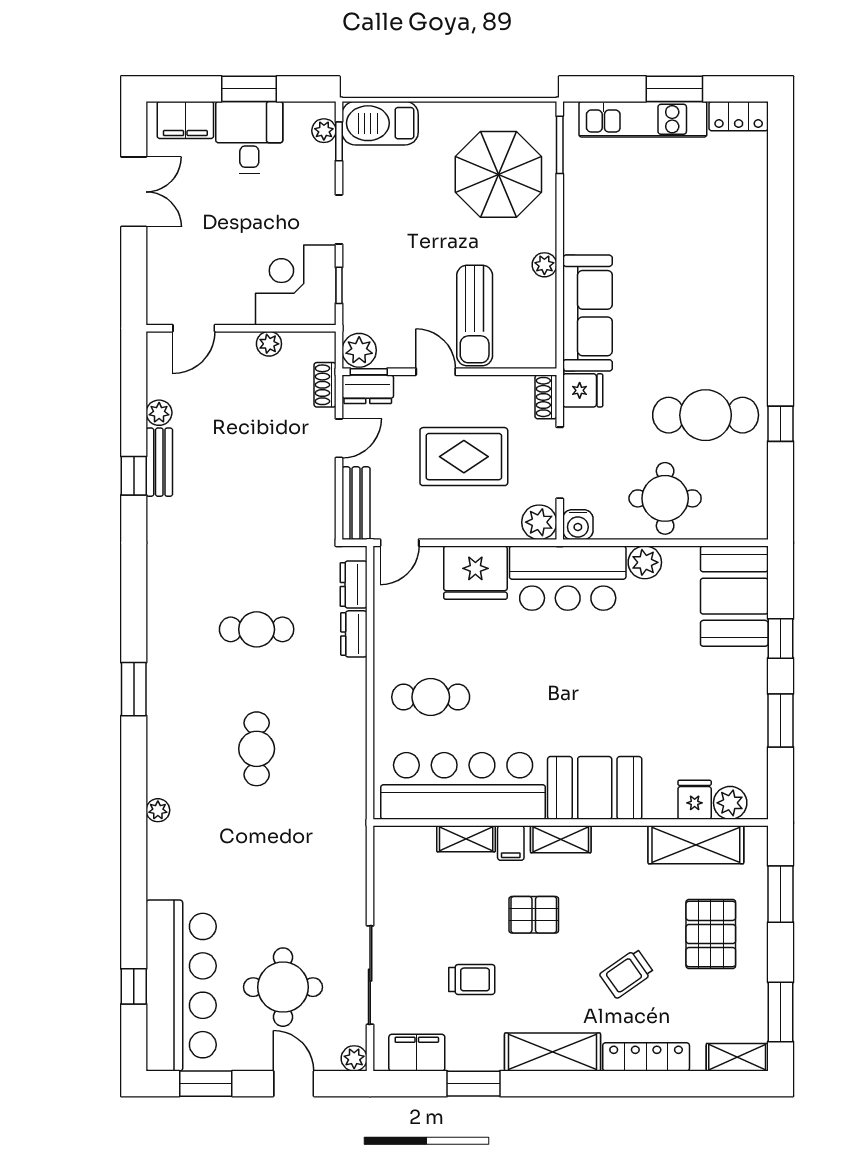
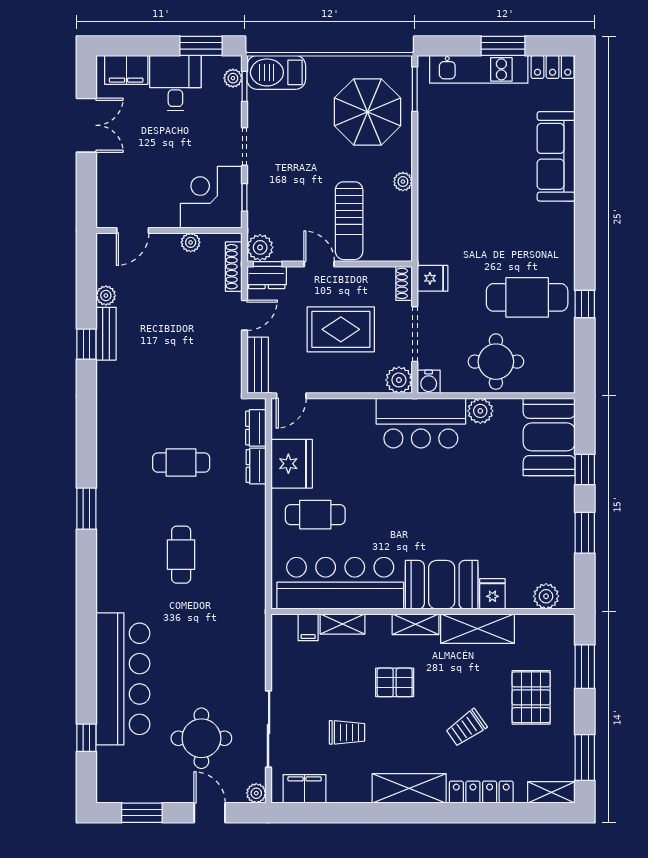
window: (249, 89) -> (201, 46), moved
sofa: (588, 313) -> (556, 156), moved, turned 180
shoe rack: (325, 385) -> (234, 267), width x1.43
fridge: (475, 573) -> (292, 464), moved, turned -90
fridge: (695, 800) -> (492, 594), moved
plant: (158, 810) -> (105, 602), removed
filing cabinet: (511, 843) -> (308, 627), moved
shelving: (696, 845) -> (478, 629), moved
bar counter: (181, 986) -> (123, 679), moved
window: (473, 1084) -> (348, 813), removed

